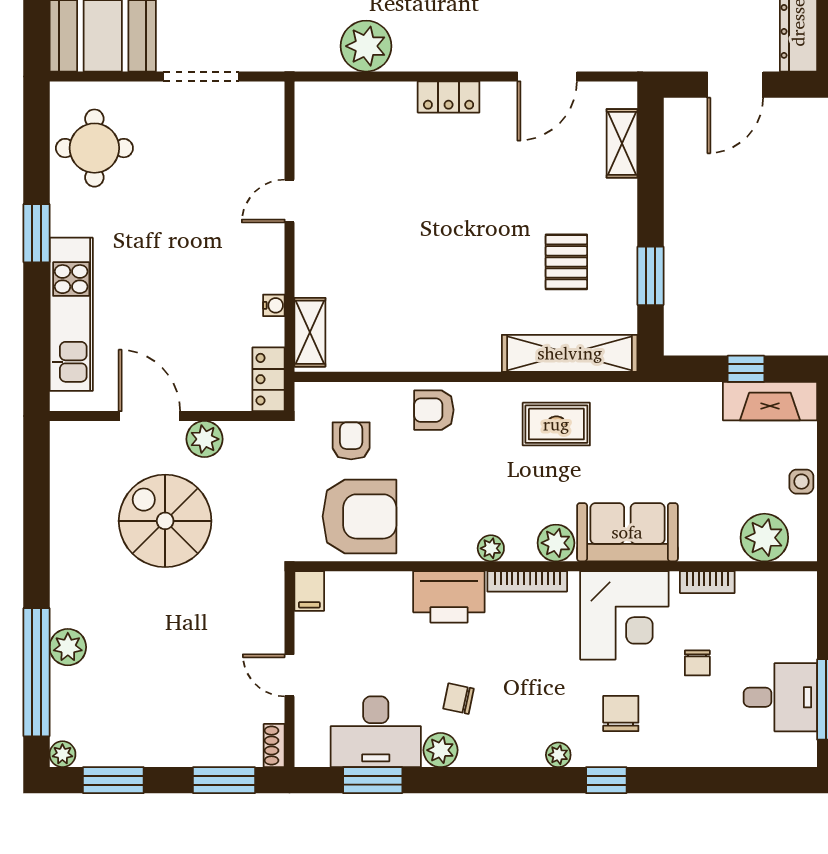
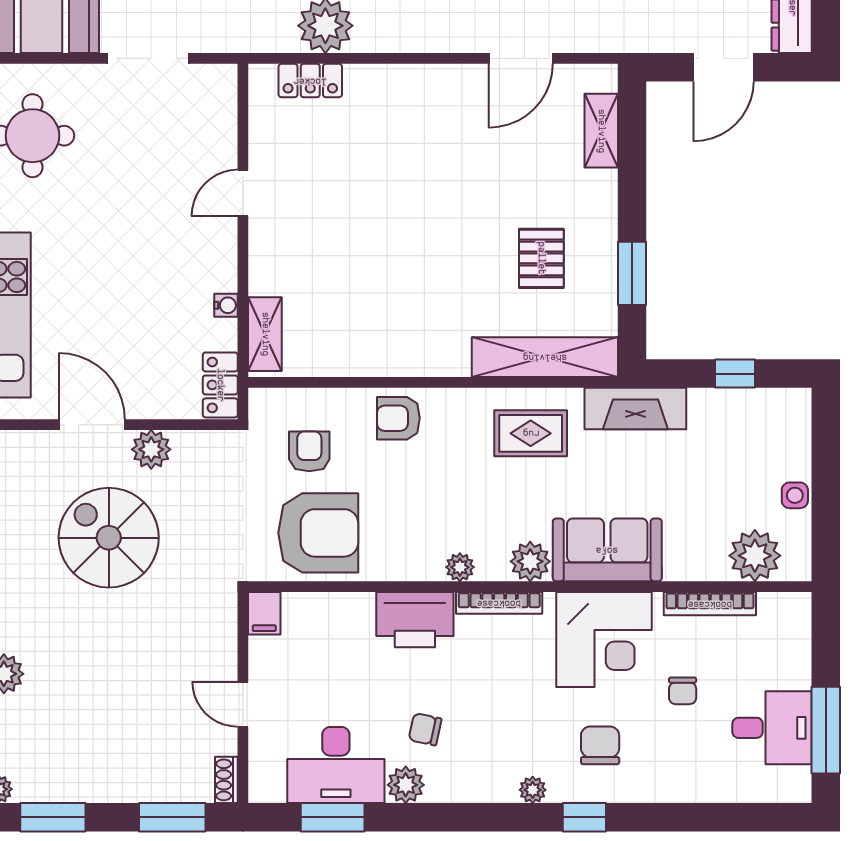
locker: (449, 97) -> (310, 81), moved
fireplace: (770, 401) -> (635, 409), moved
bookcase: (707, 582) -> (710, 604), width x1.56

